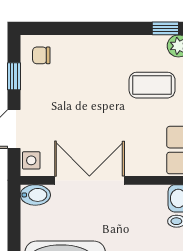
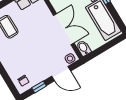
double door: (89, 180) -> (64, 29), swing flipped

